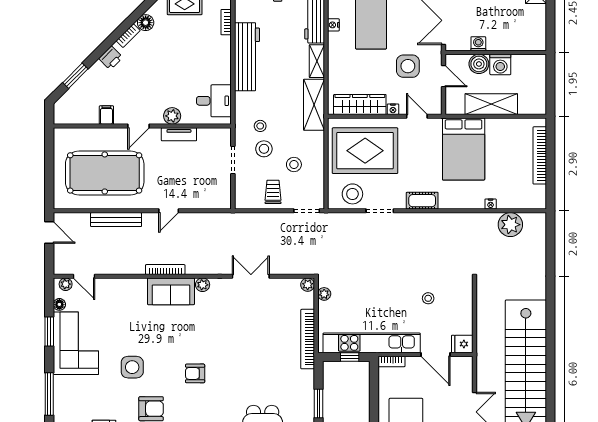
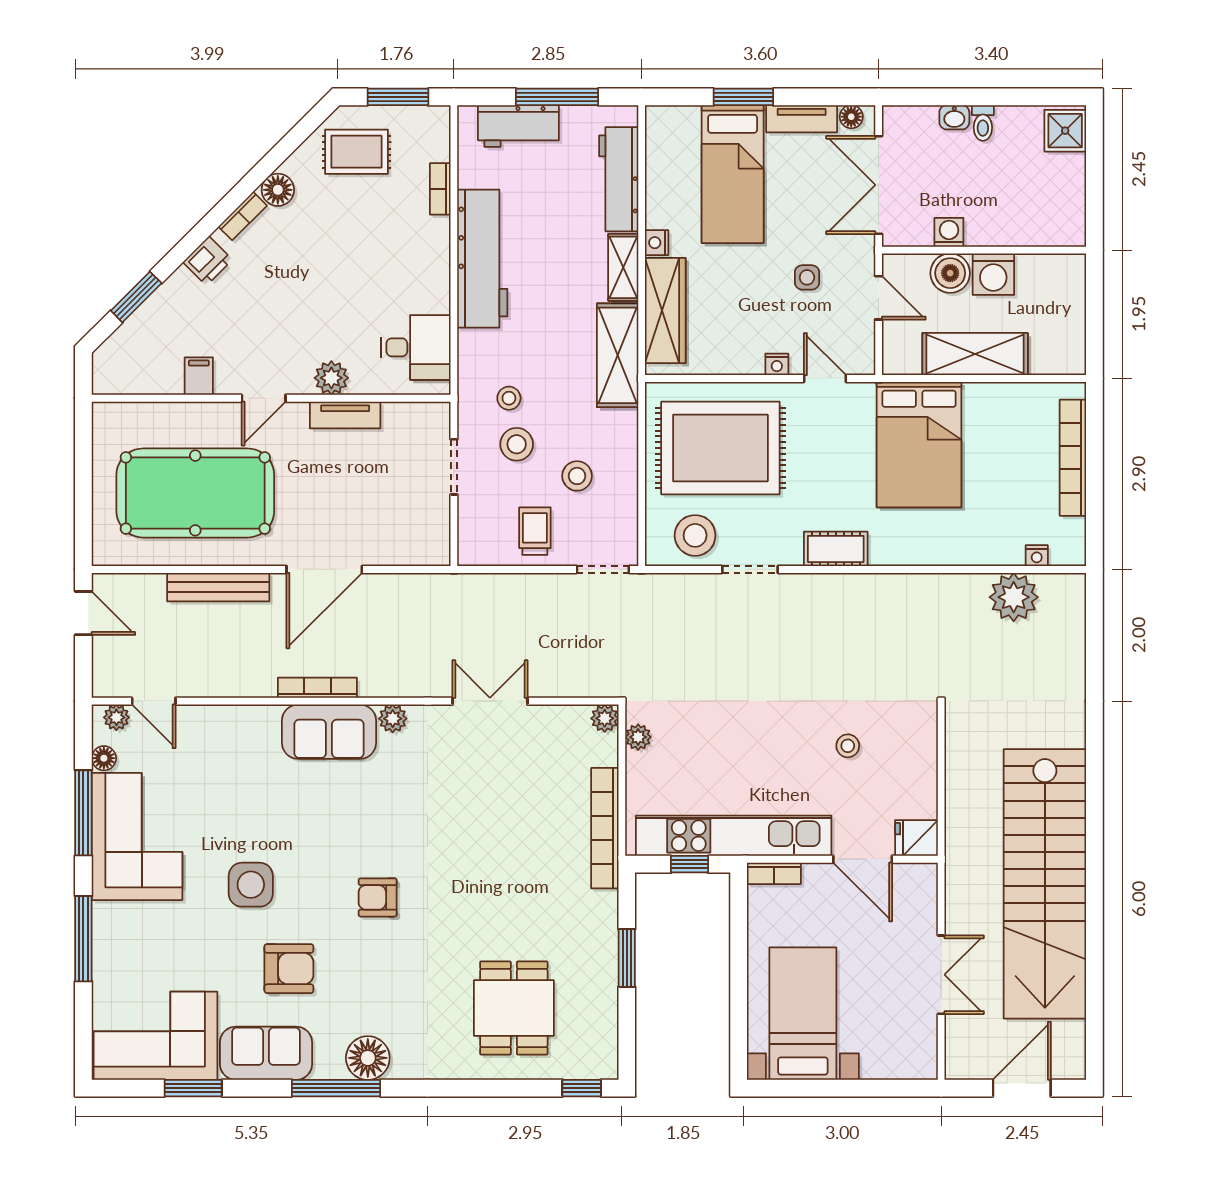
nightstand: (333, 25) -> (657, 243), moved
side table: (408, 66) -> (807, 277), width x0.54, depth x0.54
wardrobe: (360, 104) -> (665, 310), moved, turned 90
nightstand: (491, 204) -> (1037, 556), moved
door: (169, 211) -> (324, 569), width x1.88
window: (49, 332) -> (83, 813), width x1.44

